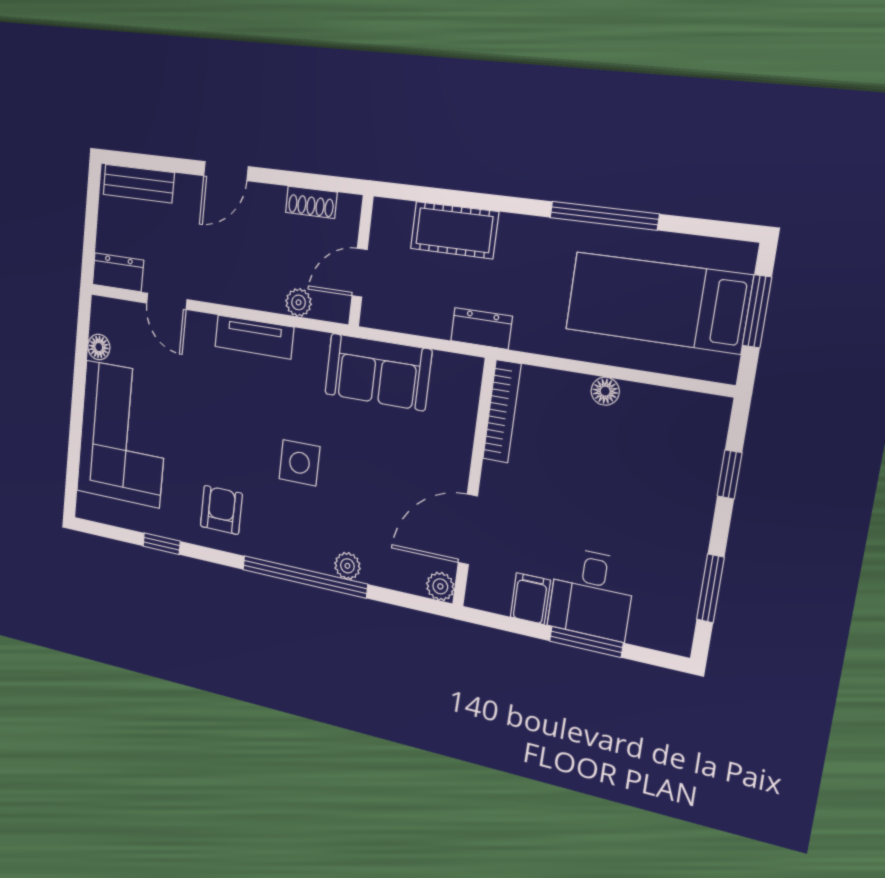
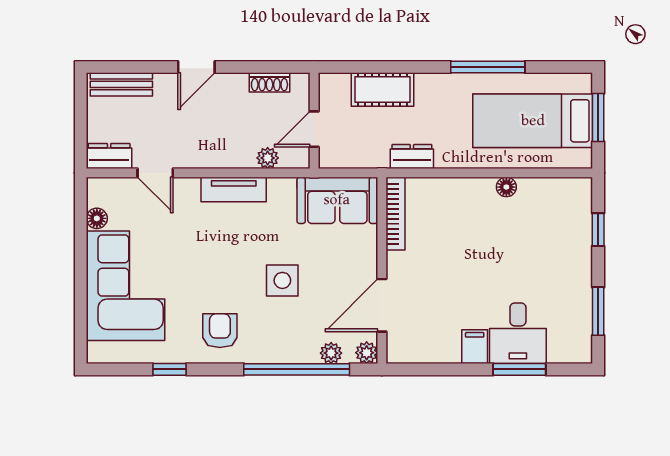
bookcase: (502, 411) -> (395, 214), moved
wall: (474, 484) -> (382, 270), moved
door: (468, 529) -> (382, 305), moved
plant: (440, 586) -> (367, 353), moved

